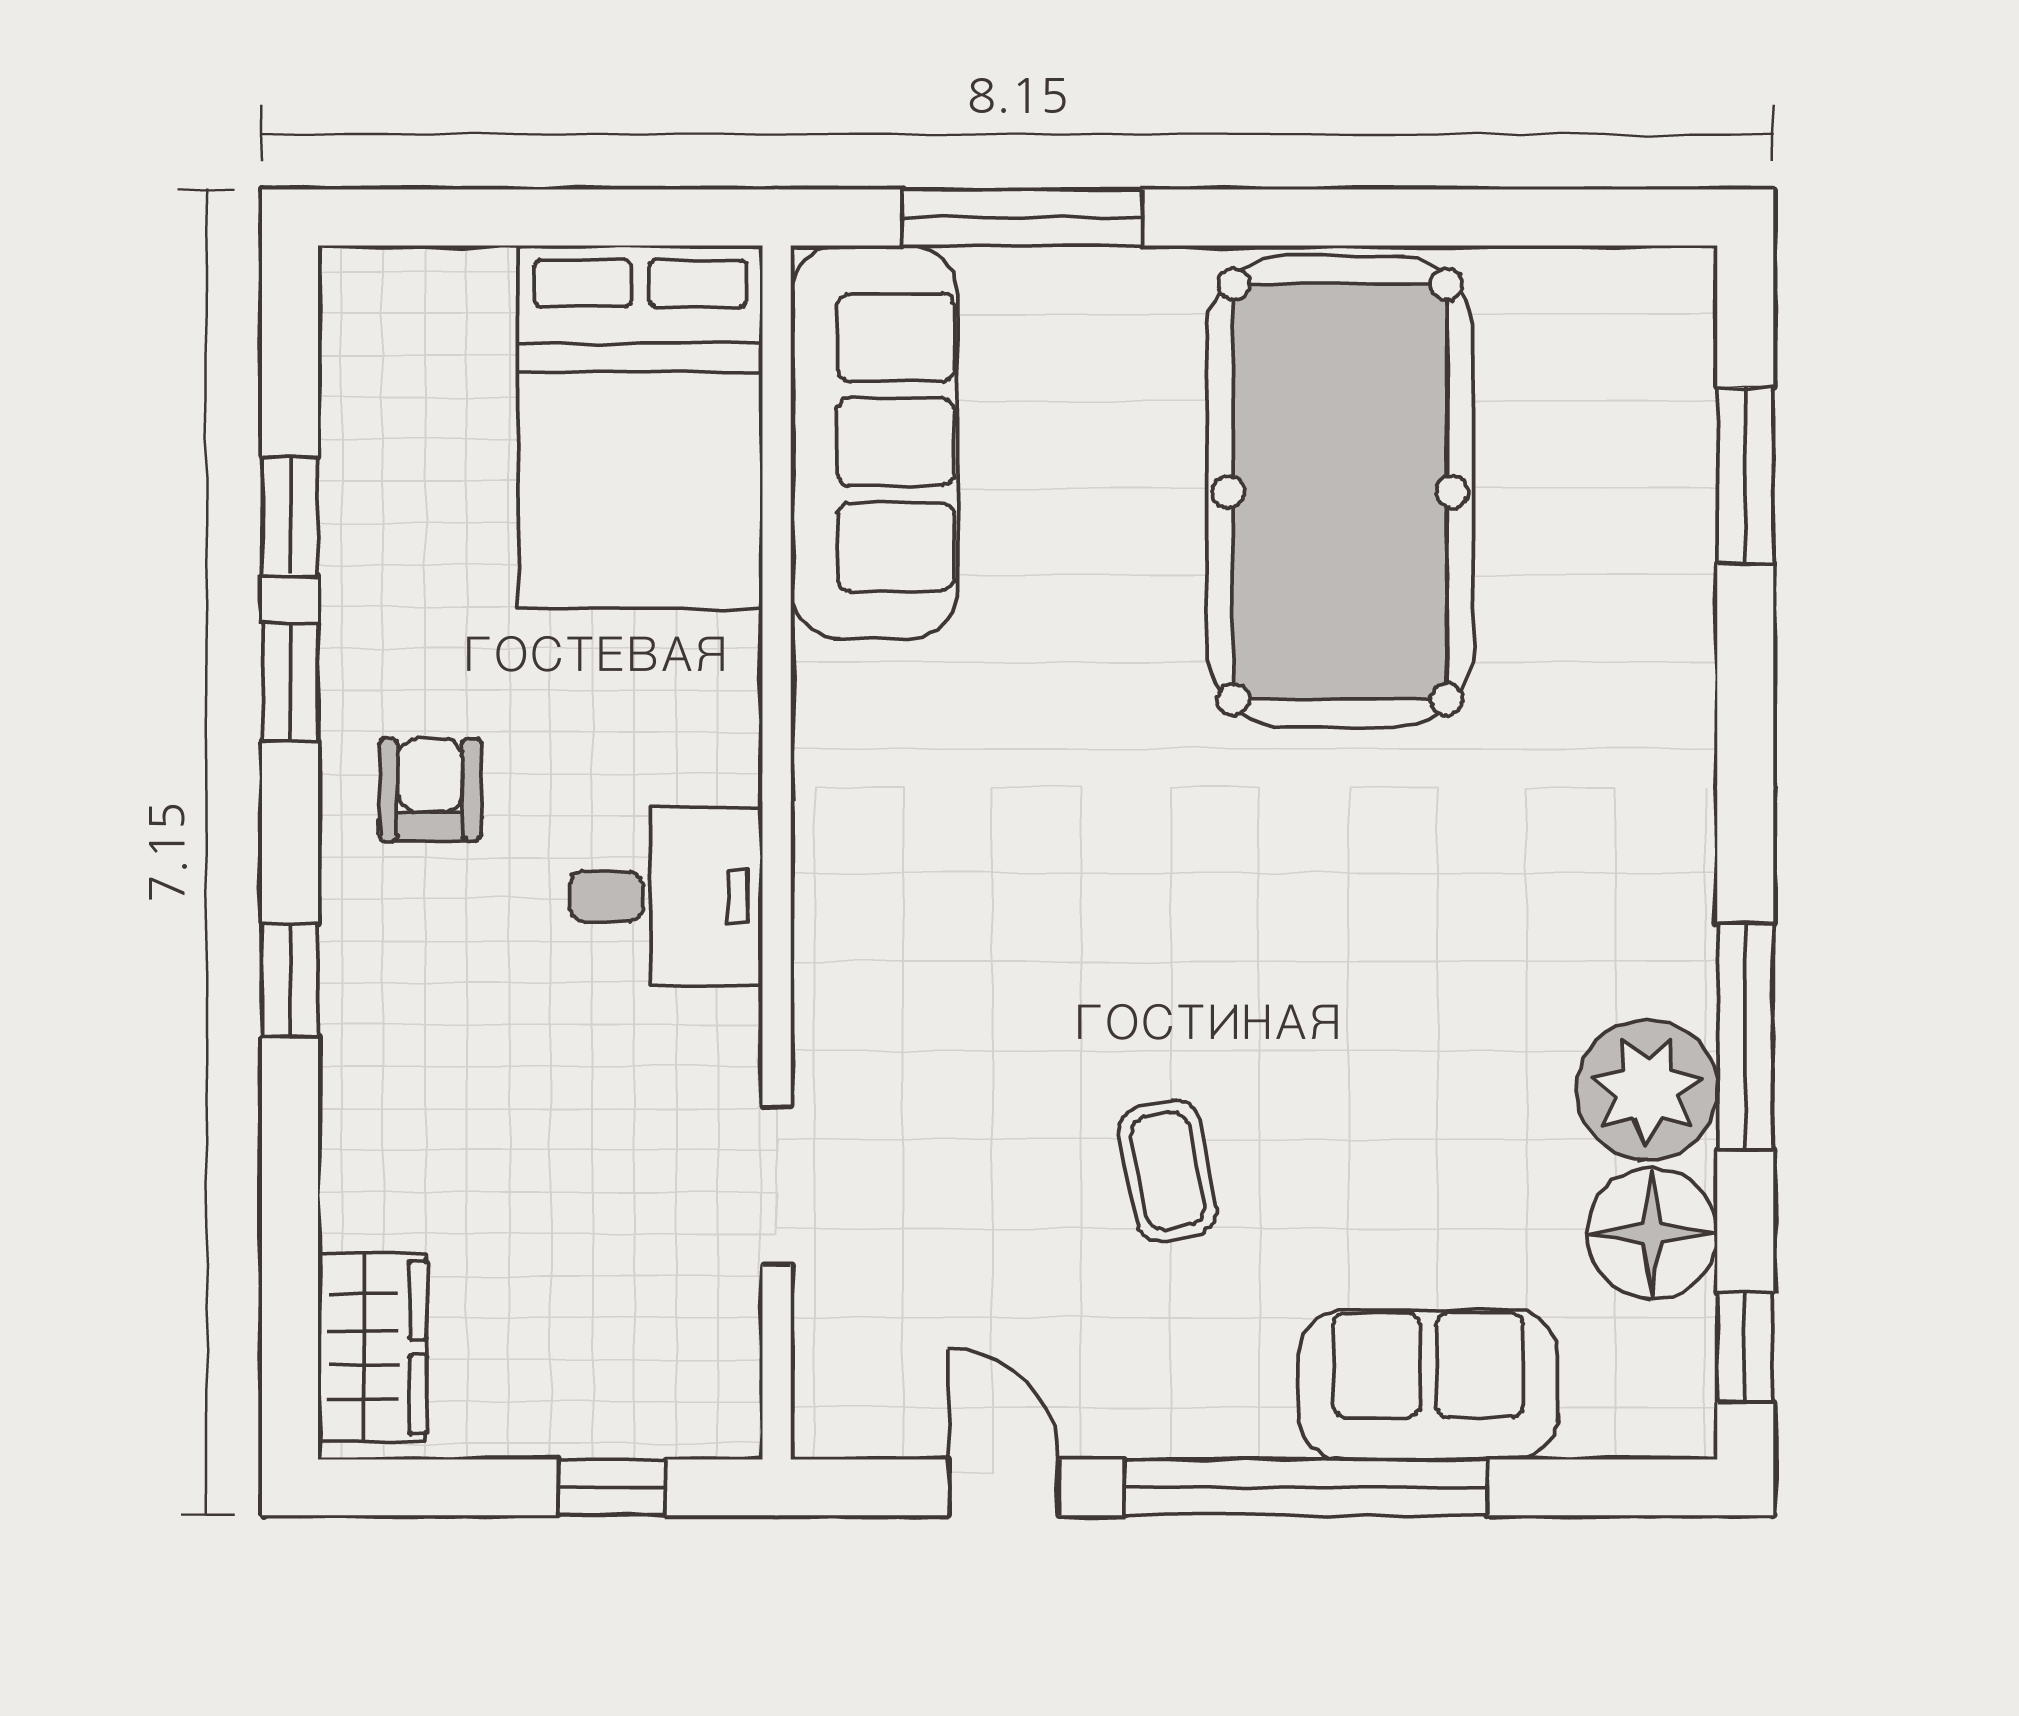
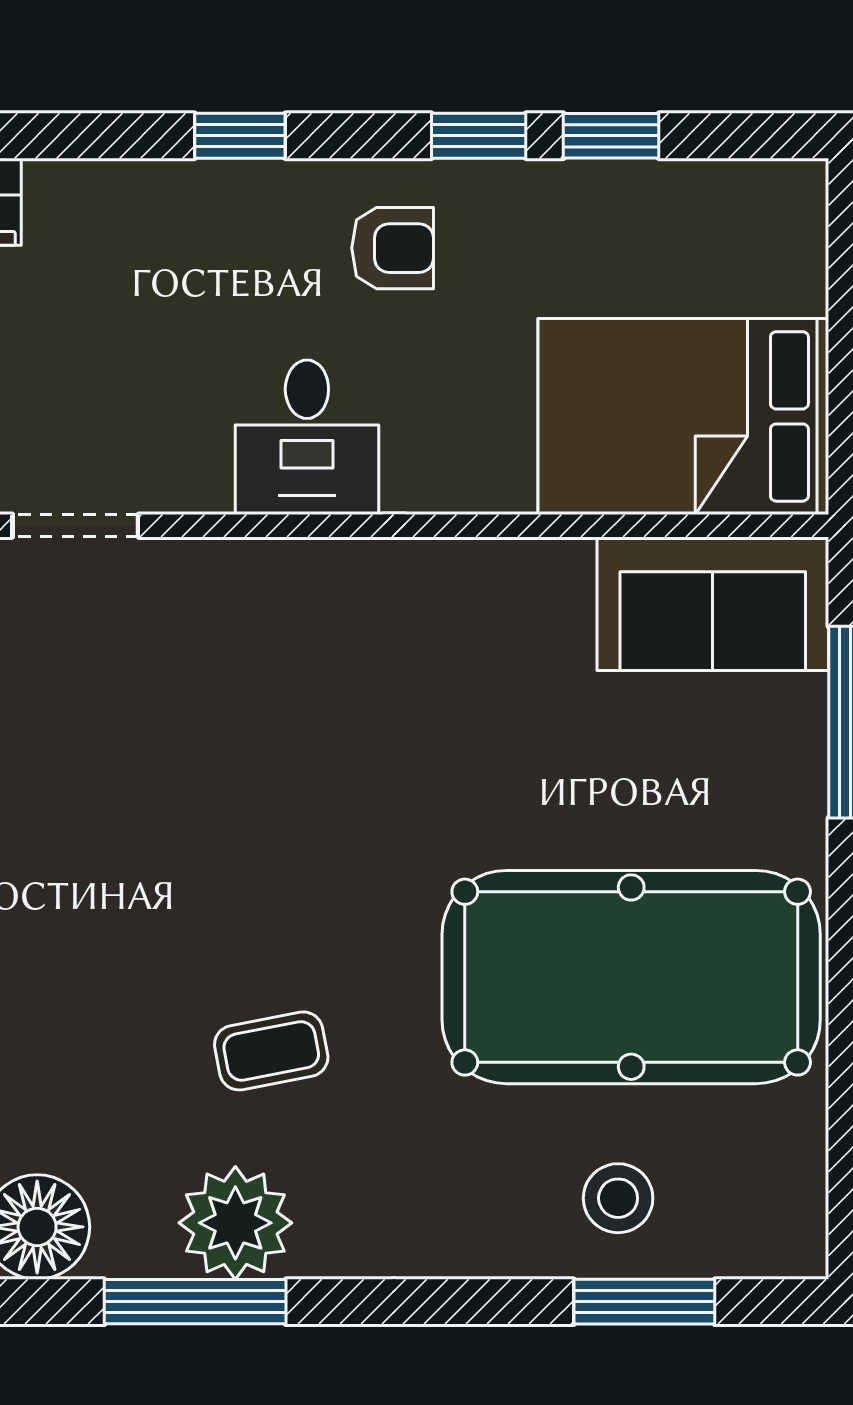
sofa: (874, 442) -> (713, 604), width x0.73
stool: (1616, 508) -> (618, 1198), added
plant: (1647, 1090) -> (235, 1223), moved
coffee table: (1168, 1171) -> (271, 1051), moved

